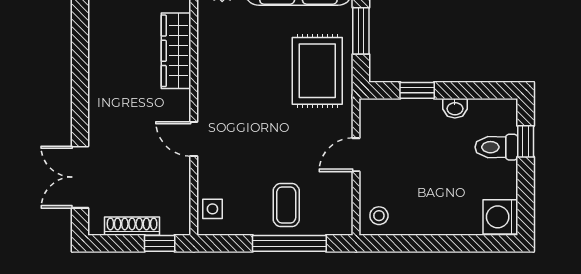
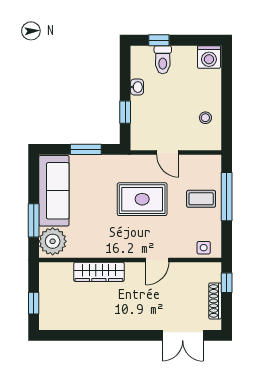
rug: (317, 71) -> (142, 199), moved
stool: (379, 216) -> (205, 118), moved

